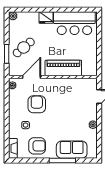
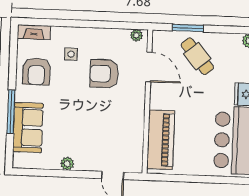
piano: (63, 68) -> (161, 140), moved
armchair: (37, 104) -> (104, 74), turned 180

